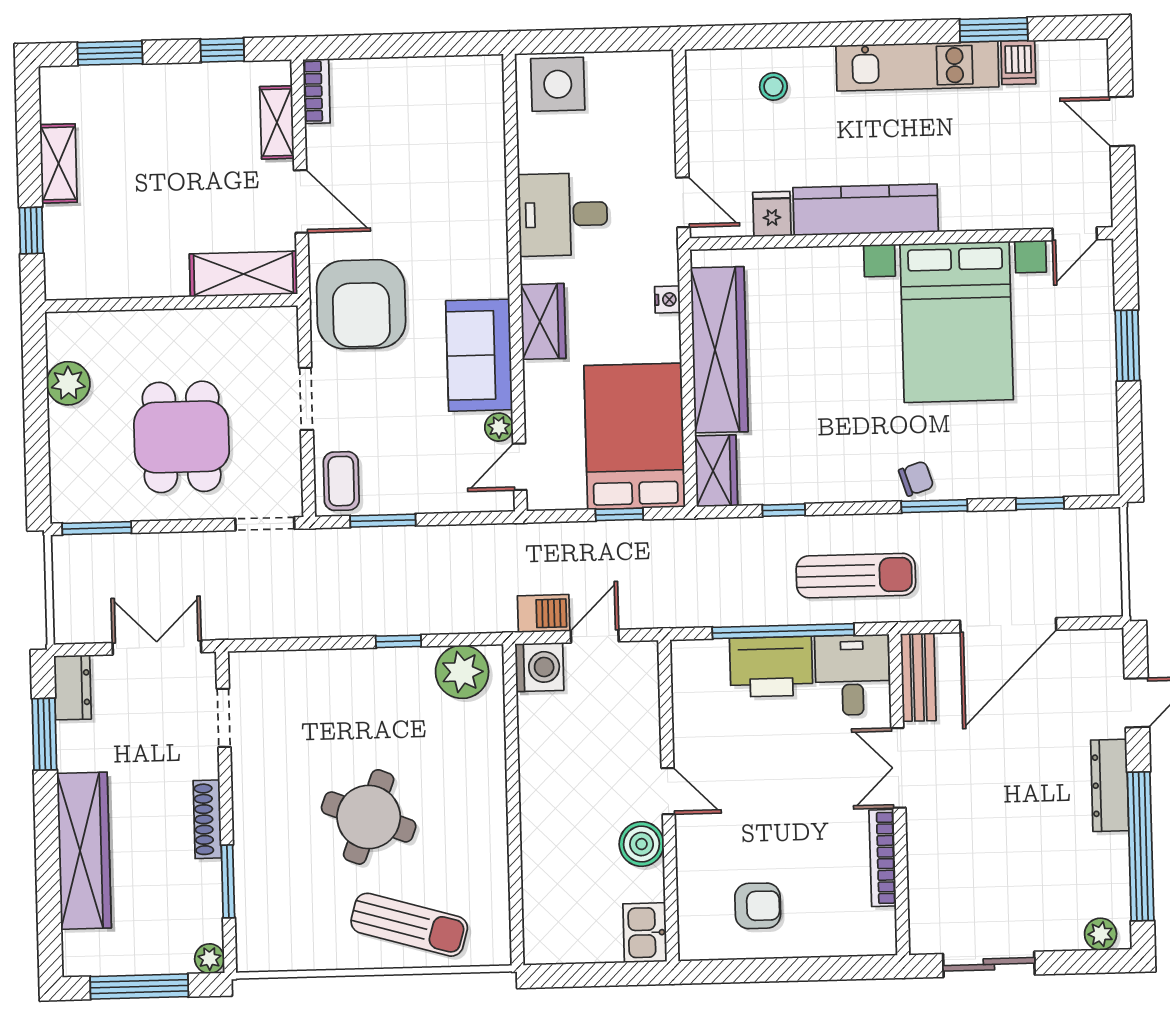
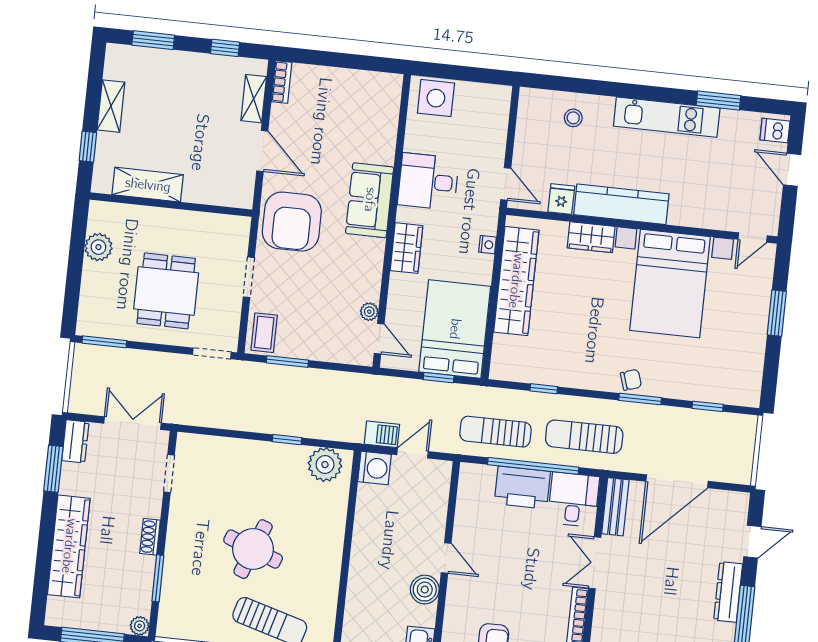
dishwasher: (1018, 62) -> (775, 130), moved, turned 90
shelving: (243, 274) -> (148, 185), moved
sofa: (479, 355) -> (370, 200), moved
door: (520, 467) -> (379, 339), swing flipped
wardrobe: (716, 471) -> (591, 237), moved, turned 90
sun lounger: (856, 576) -> (584, 437), turned 180
sun lounger: (718, 586) -> (495, 432), added
shoe rack: (207, 819) -> (150, 537), width x0.70

